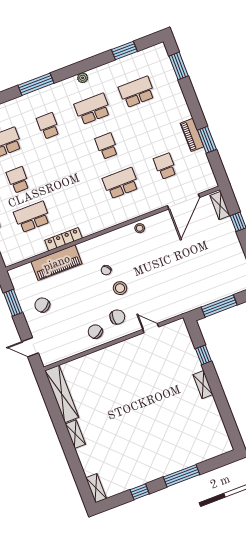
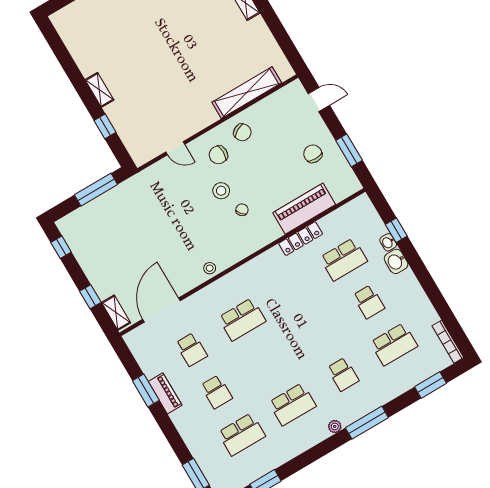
plant: (83, 78) -> (335, 426), moved
school desk: (107, 146) -> (216, 392), moved
chair: (42, 305) -> (313, 154), turned -145
shelving: (62, 394) -> (247, 93), moved, turned 90

